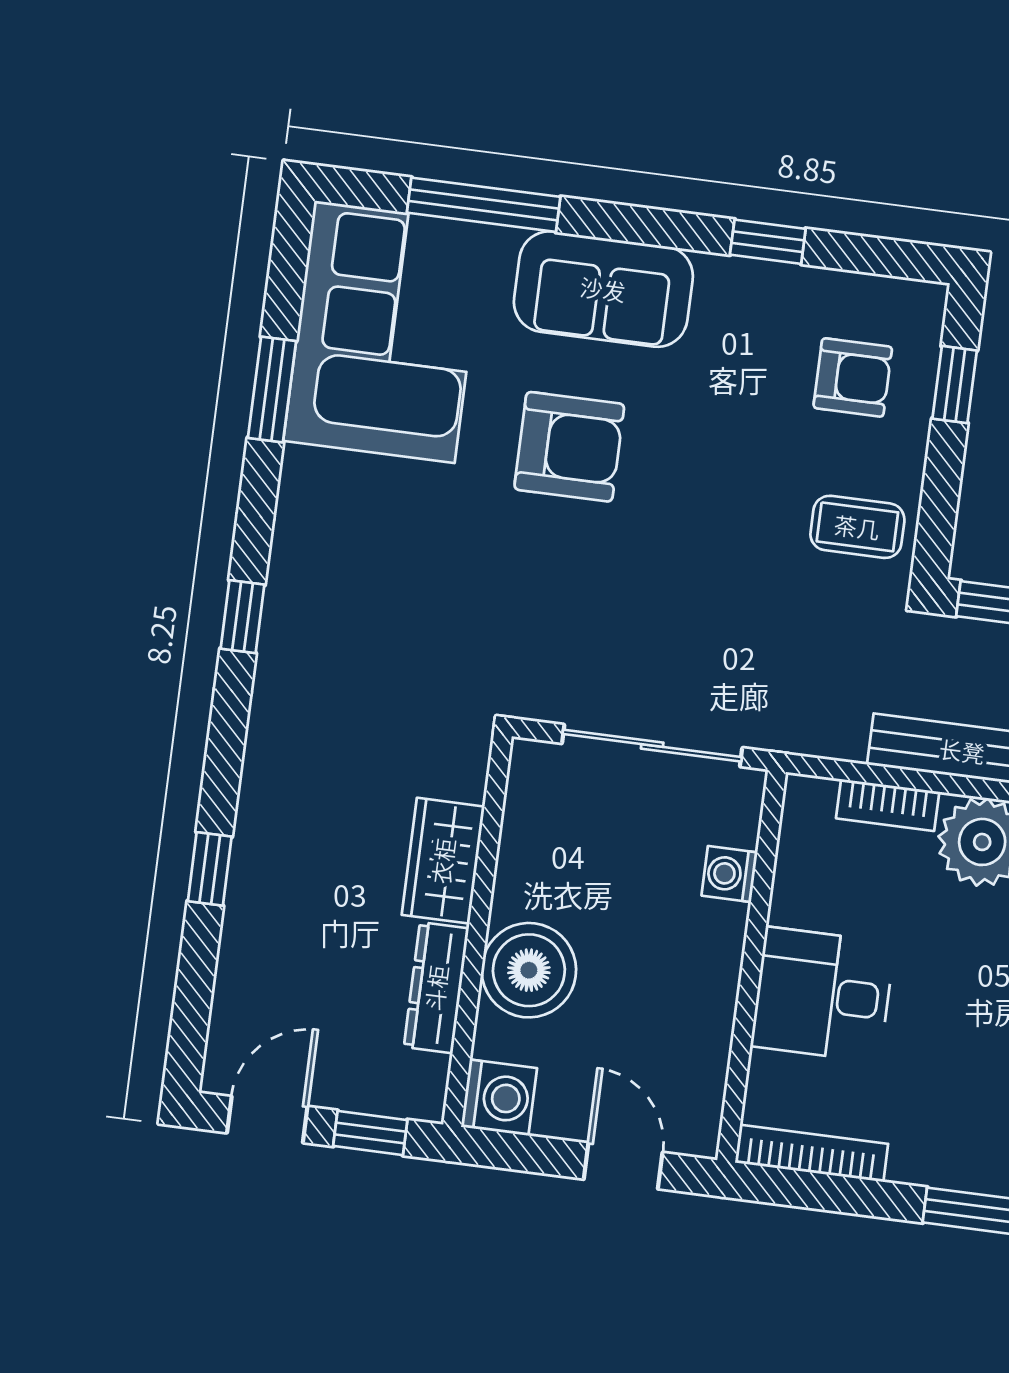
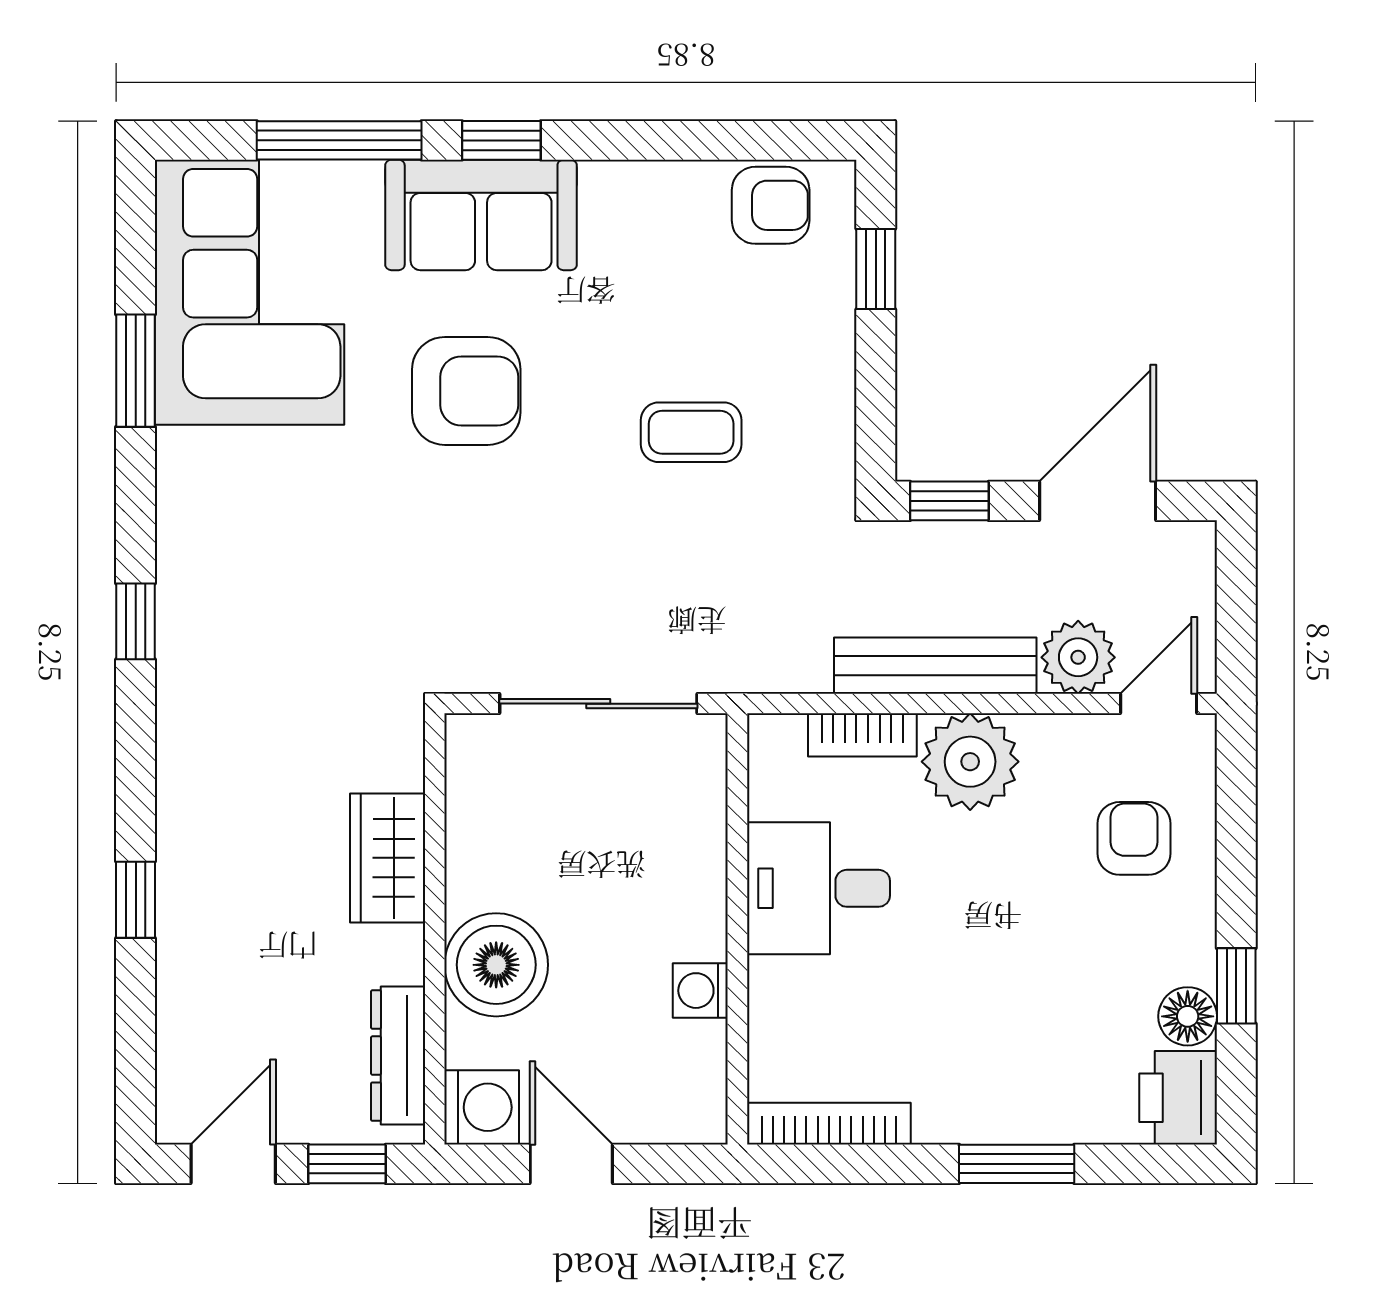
window: (768, 242) -> (501, 140), moved
armchair: (853, 377) -> (771, 205), moved
coffee table: (857, 527) -> (691, 432), moved
washing machine: (729, 874) -> (700, 991), moved
dresser: (436, 988) -> (398, 1056), moved
desk: (823, 995) -> (818, 888), moved
door: (623, 1166) -> (571, 1164), moved

